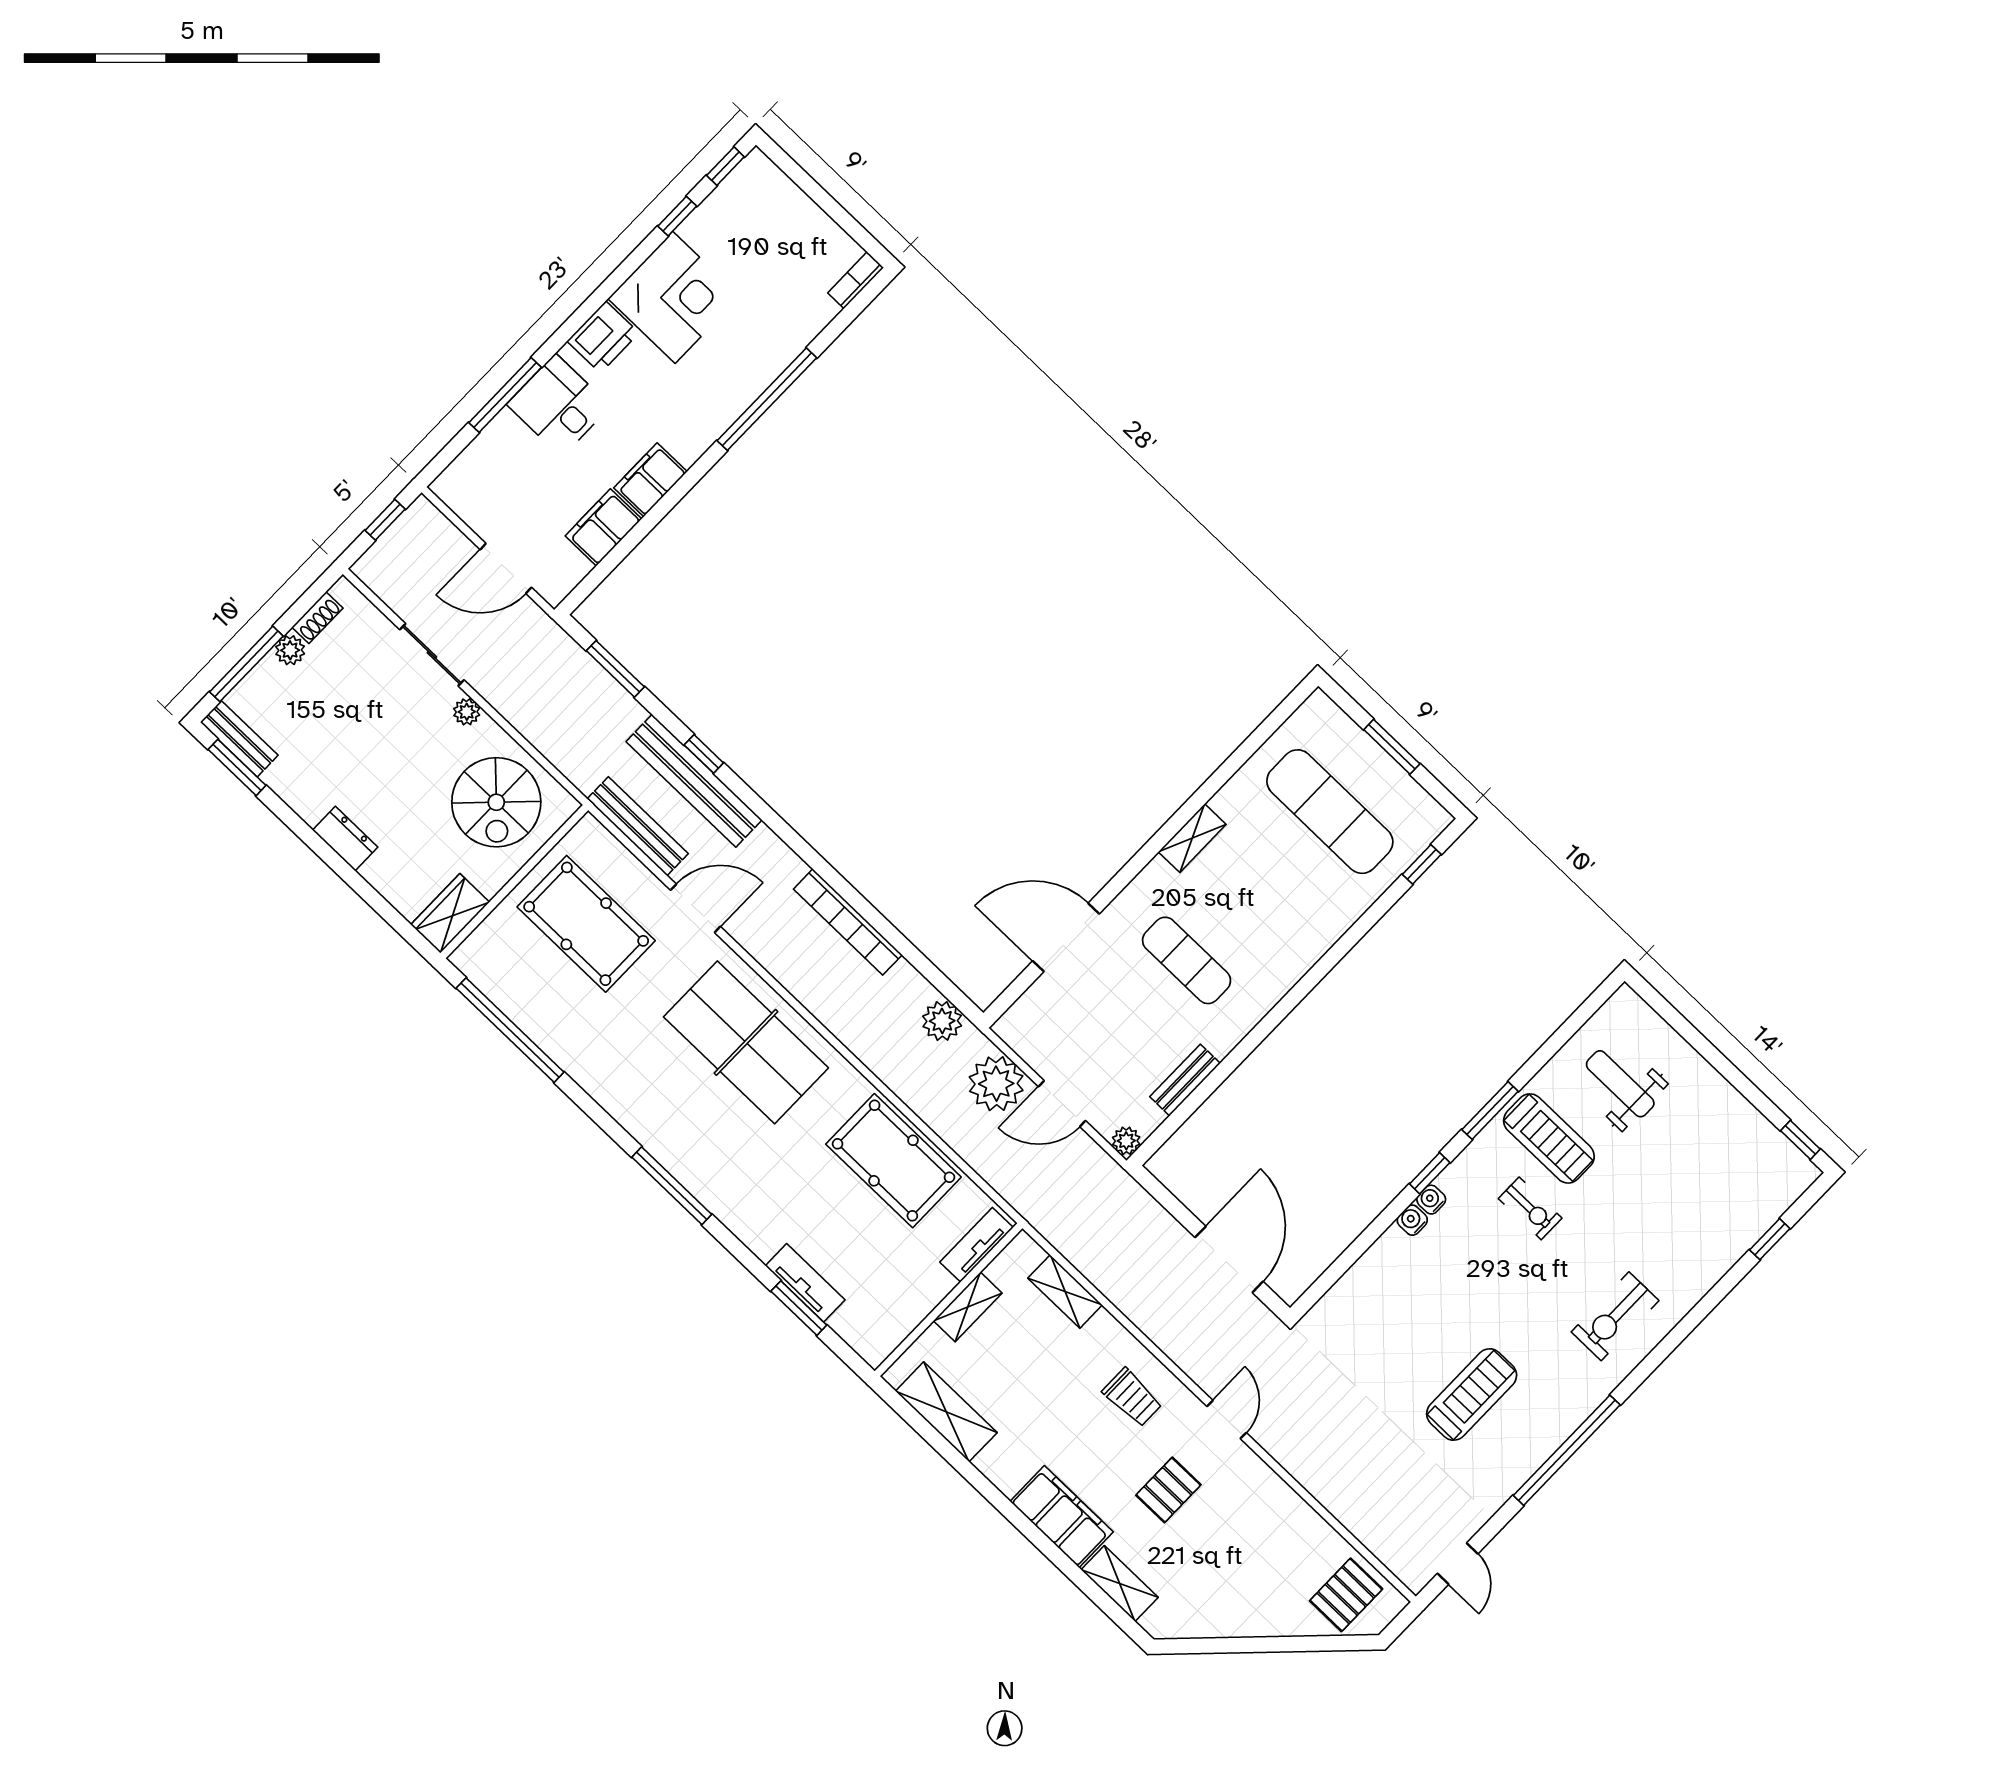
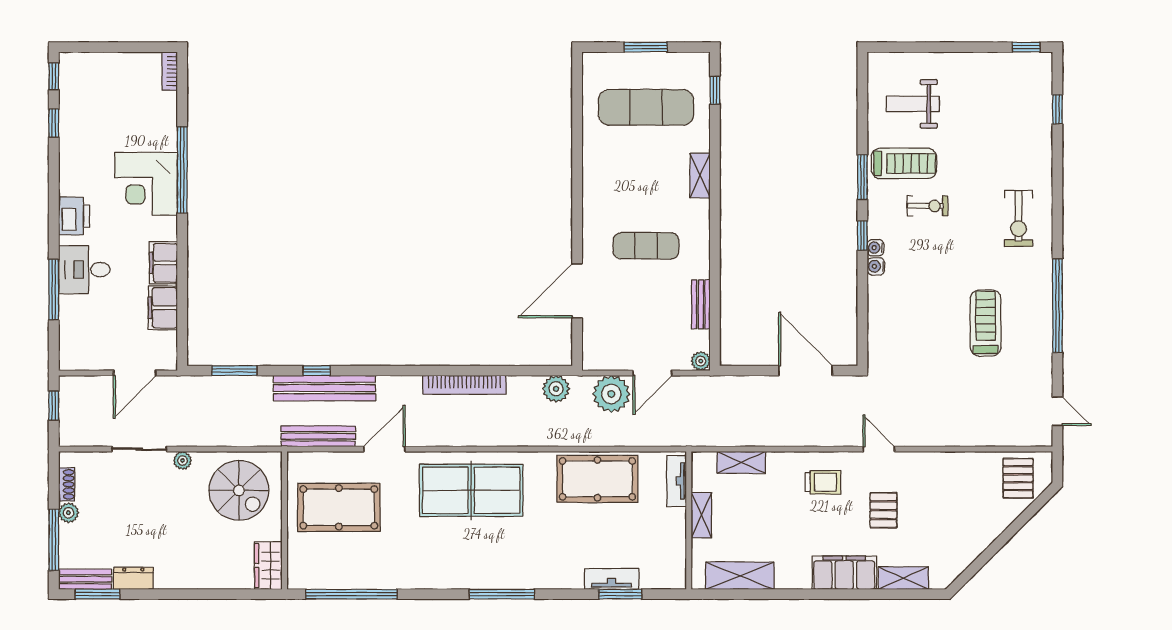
corner desk: (674, 297) -> (146, 184), moved, turned 180
shelving: (1192, 838) -> (700, 175), moved
dresser: (345, 839) -> (133, 578), moved

